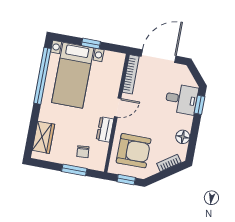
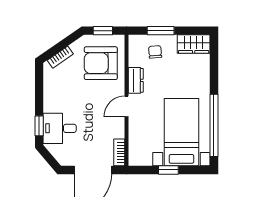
bookcase: (131, 74) -> (119, 152), width x0.64
wardrobe: (43, 137) -> (194, 44), moved, turned -90
floor lamp: (183, 137) -> (51, 88), removed

